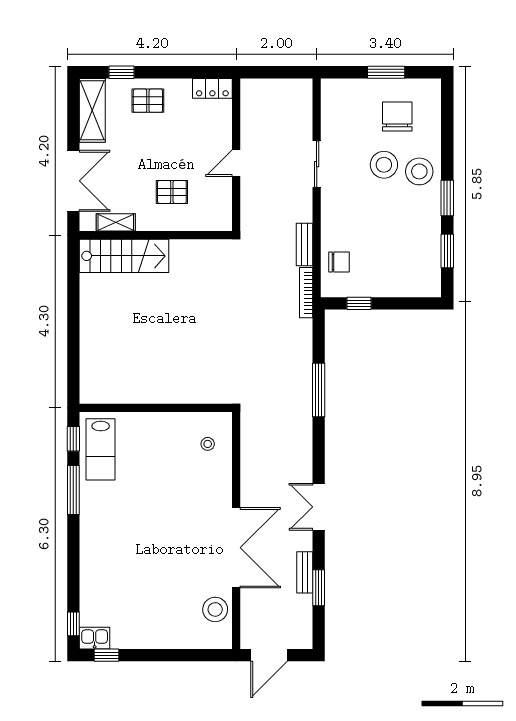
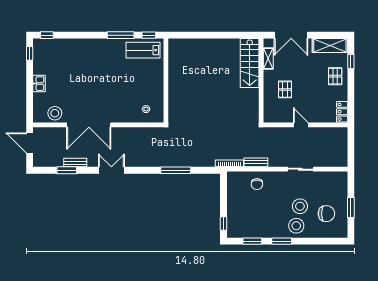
chair: (339, 262) -> (257, 184), moved
window: (359, 303) -> (224, 223), moved
kitchen sink: (95, 638) -> (39, 84), moved

